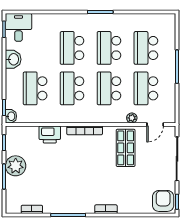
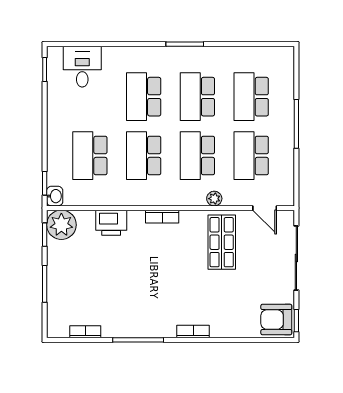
desk: (18, 27) -> (82, 67), moved
washbasin: (13, 59) -> (58, 113), removed
plant: (132, 118) -> (214, 199), moved
door: (155, 124) -> (265, 208), hinge flipped
bookcase: (85, 130) -> (162, 217), width x0.64
plant: (16, 166) -> (61, 225), moved
armchair: (163, 201) -> (276, 320), turned -90

